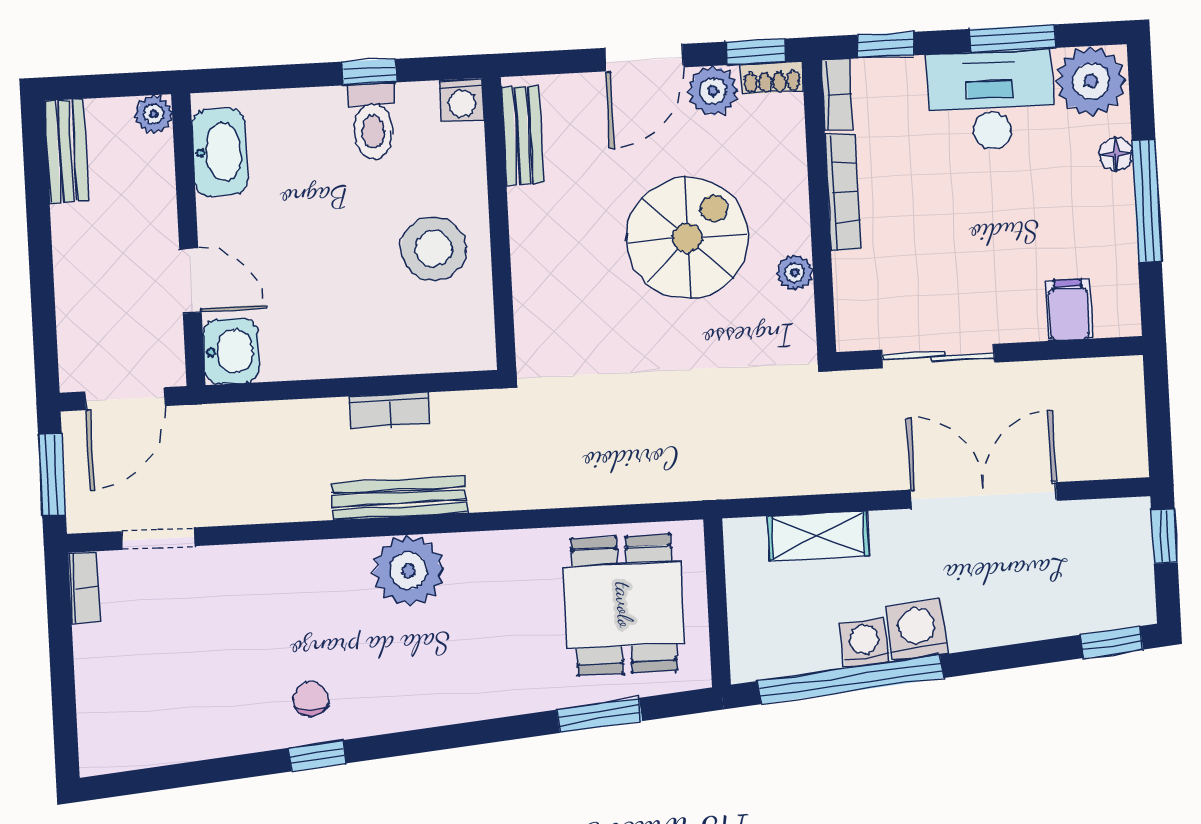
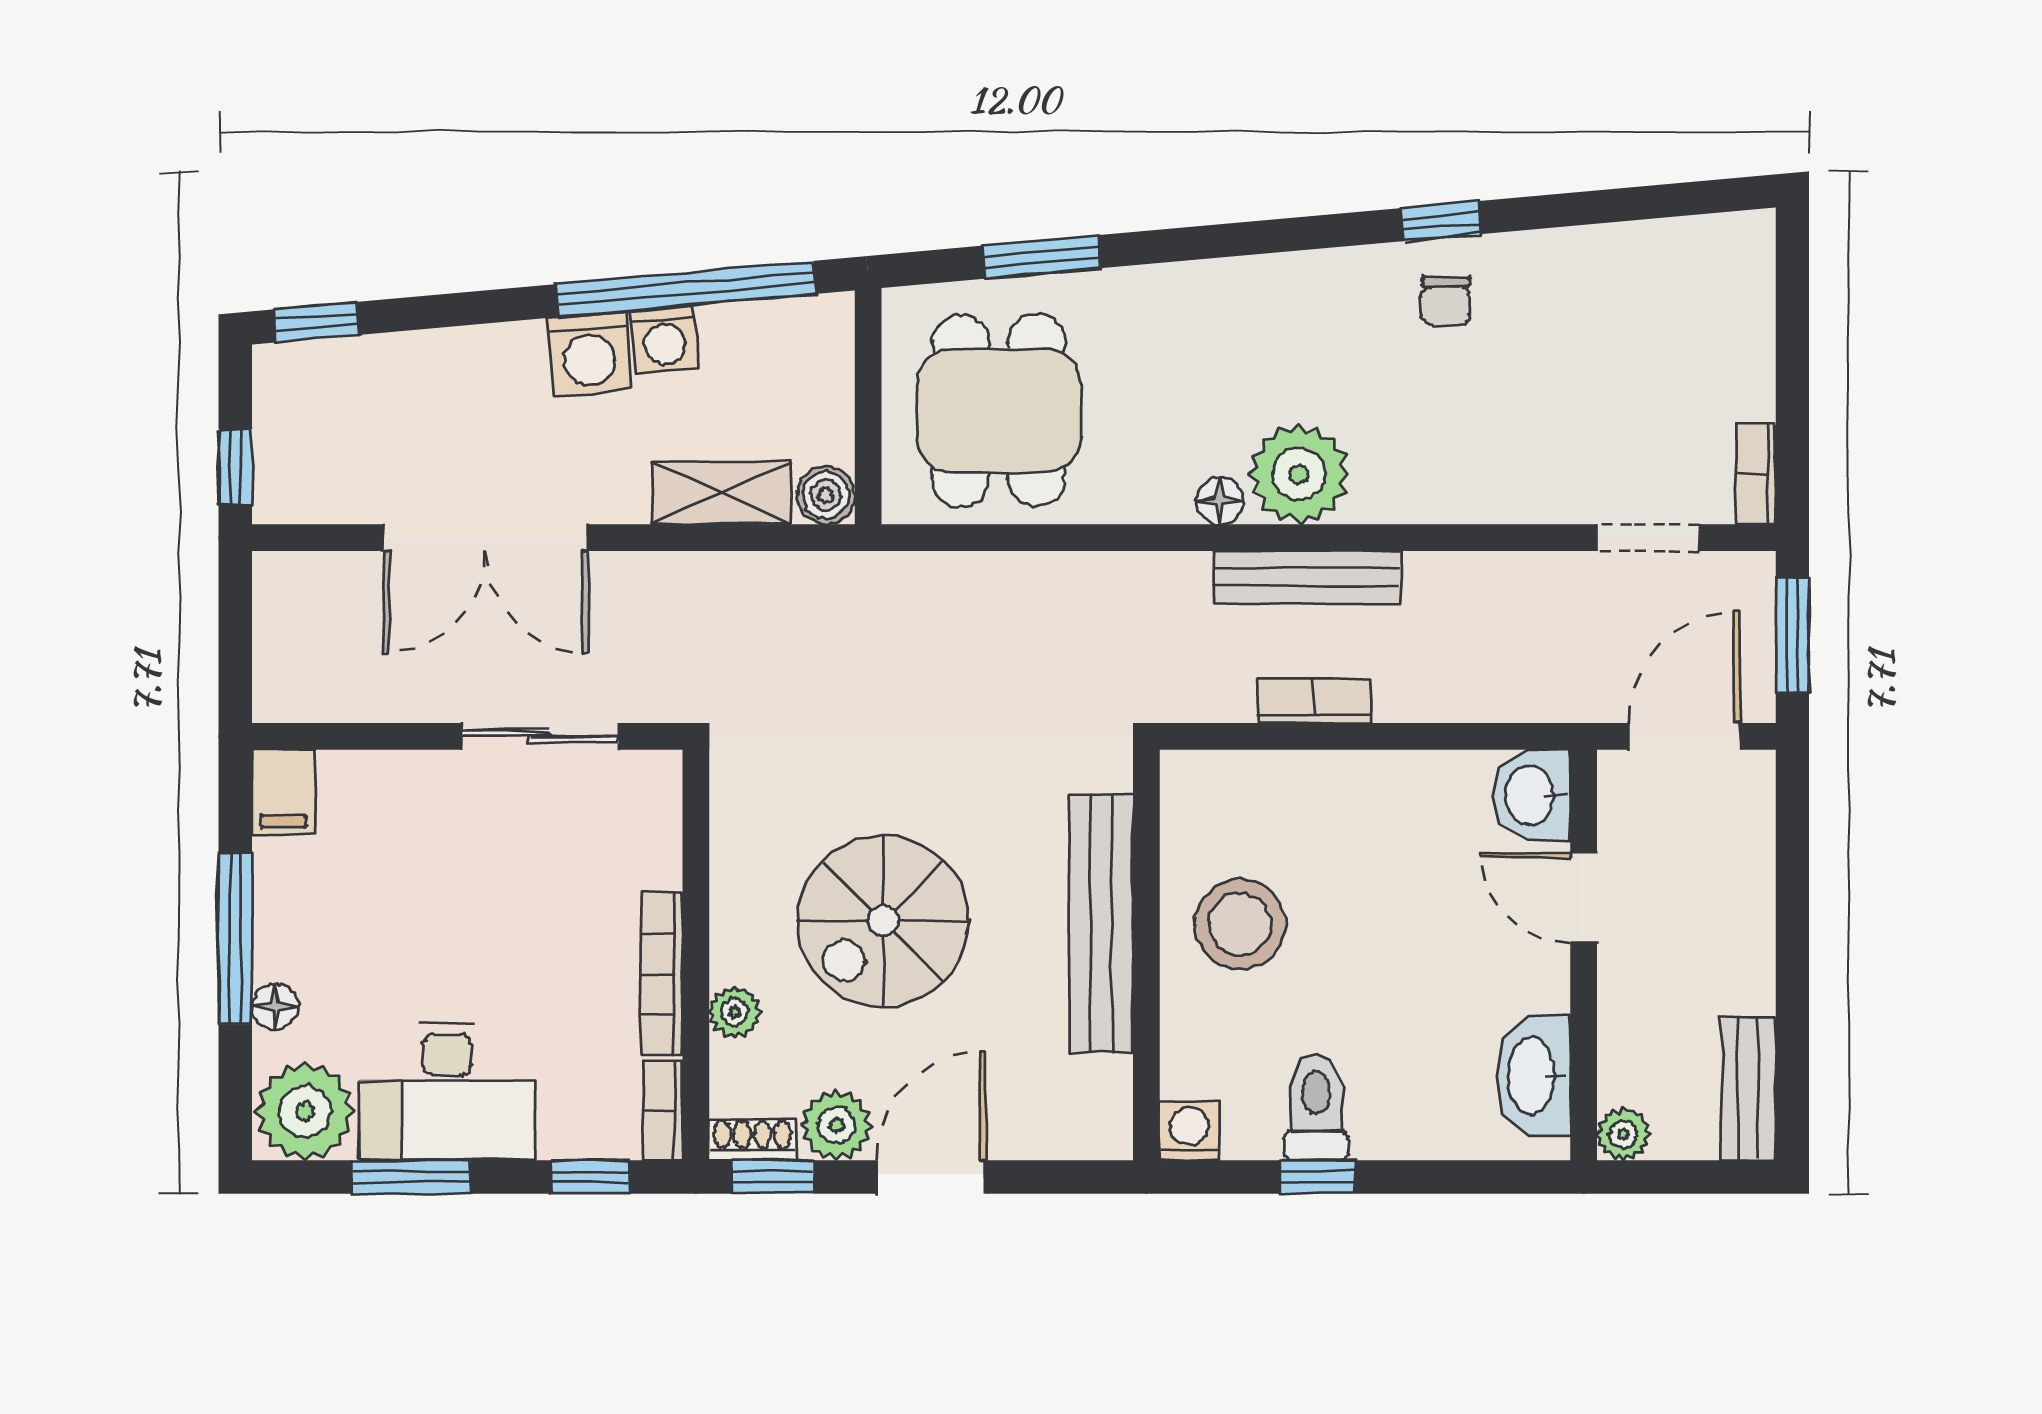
bench: (523, 135) -> (1101, 924), moved, width x1.86, depth x1.21
plant: (795, 273) -> (735, 1012), moved
filing cabinet: (1069, 310) -> (284, 792), moved
boiler: (744, 538) -> (826, 495), added
floor lamp: (464, 549) -> (1220, 501), added

